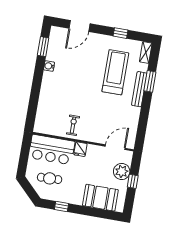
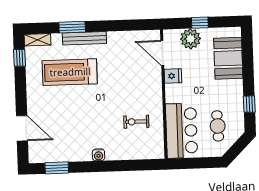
window: (120, 33) -> (20, 58), moved
water cooler: (49, 66) -> (99, 155), moved
exercise bike: (73, 125) -> (136, 122), moved
fridge: (80, 149) -> (173, 76), moved

